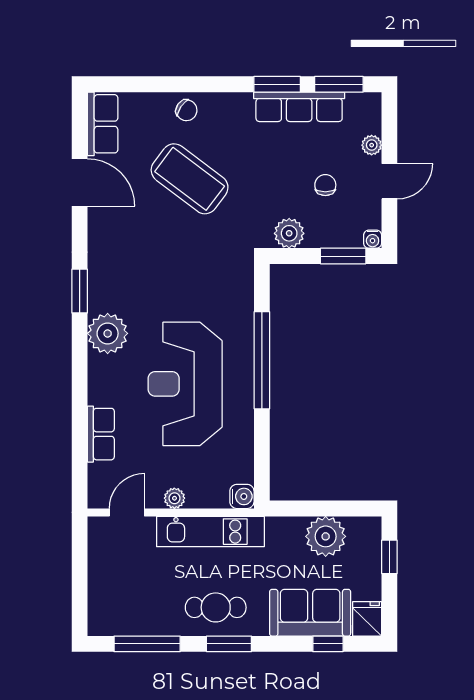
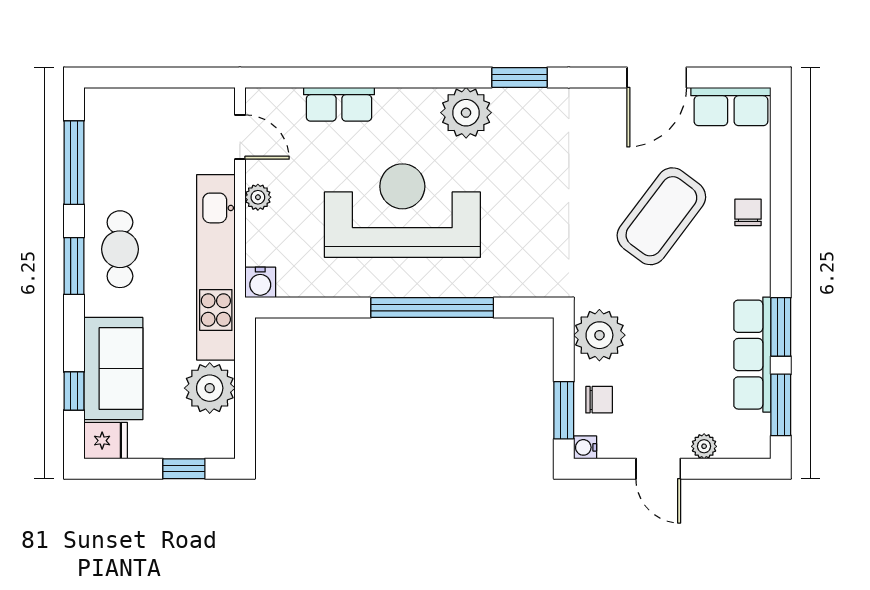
chair: (186, 110) -> (748, 212), turned 146
chair: (325, 185) -> (599, 400), moved
plant: (289, 233) -> (599, 335), width x1.36, depth x1.36
kitchen unit: (210, 532) -> (216, 267), width x1.36

